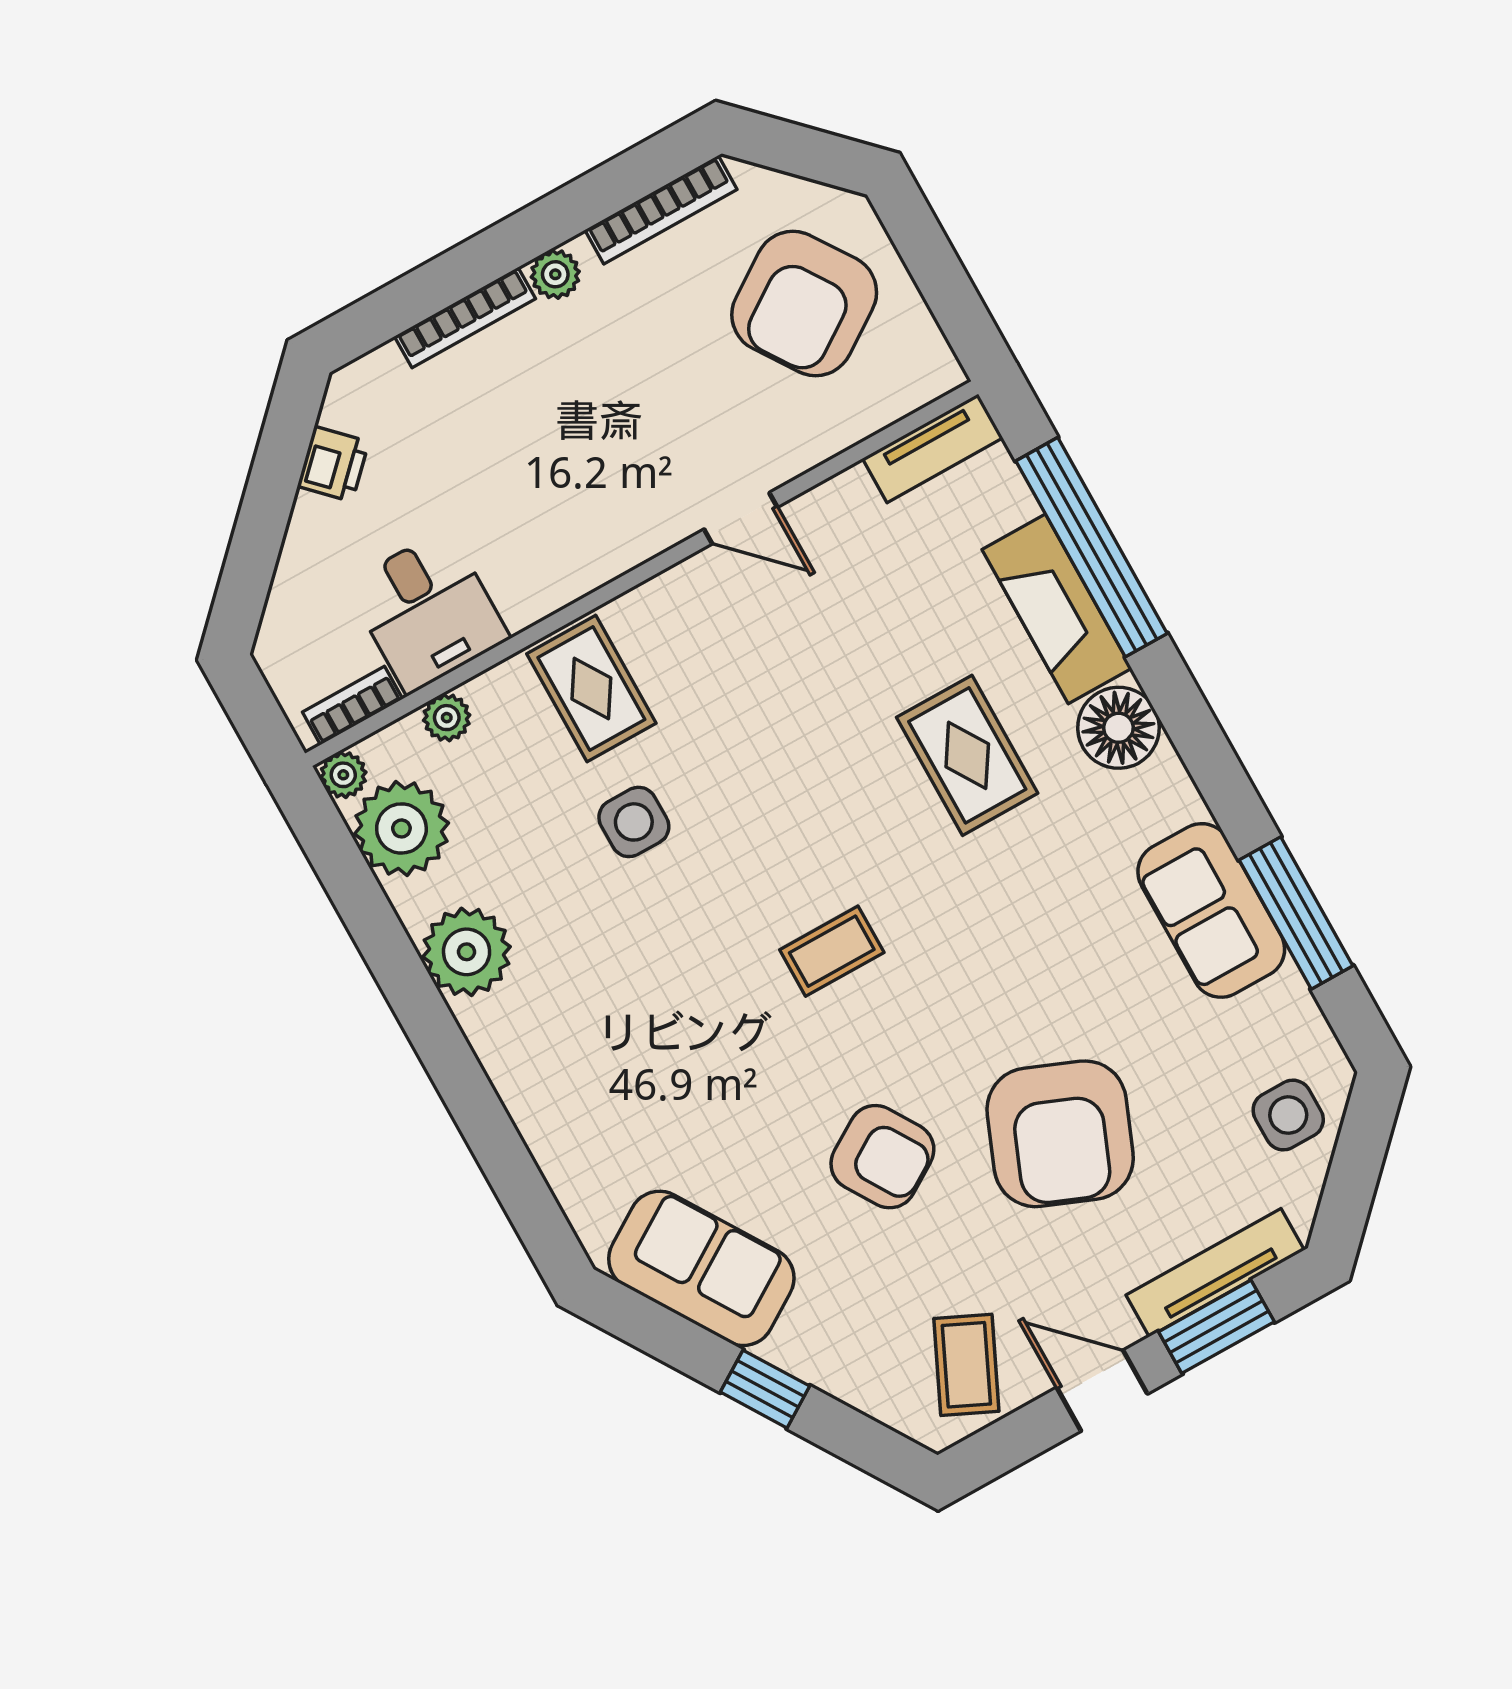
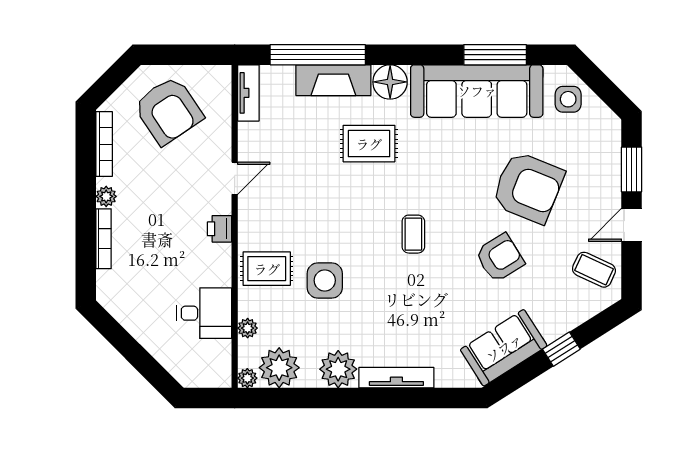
printer: (333, 464) -> (219, 229), moved, turned -135
bookcase: (353, 705) -> (224, 360), removed
side table: (634, 822) -> (325, 280), width x1.37, depth x1.37
sofa: (1211, 910) -> (477, 91), width x1.85, depth x1.27
tv unit: (1215, 1273) -> (396, 378), moved, turned 90

